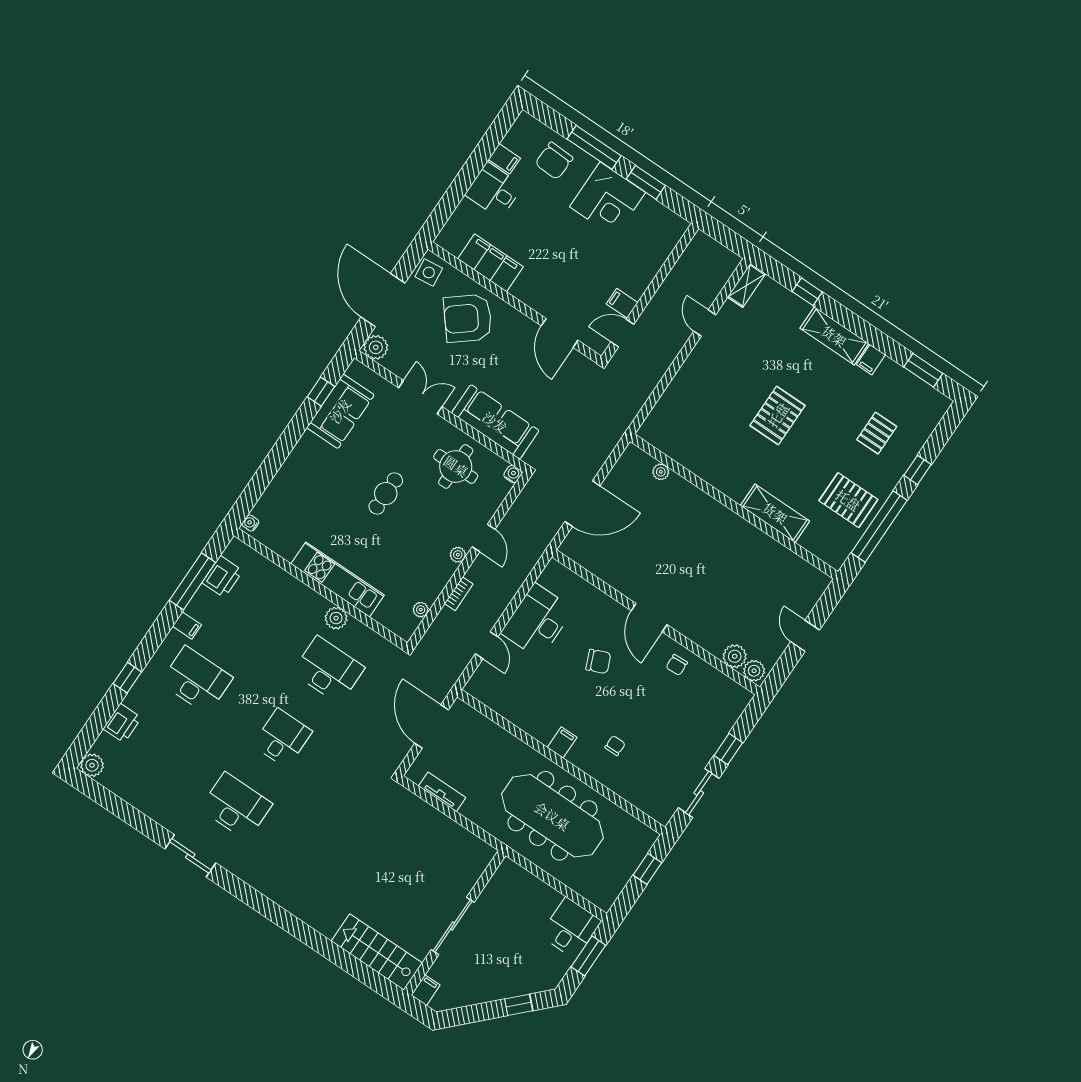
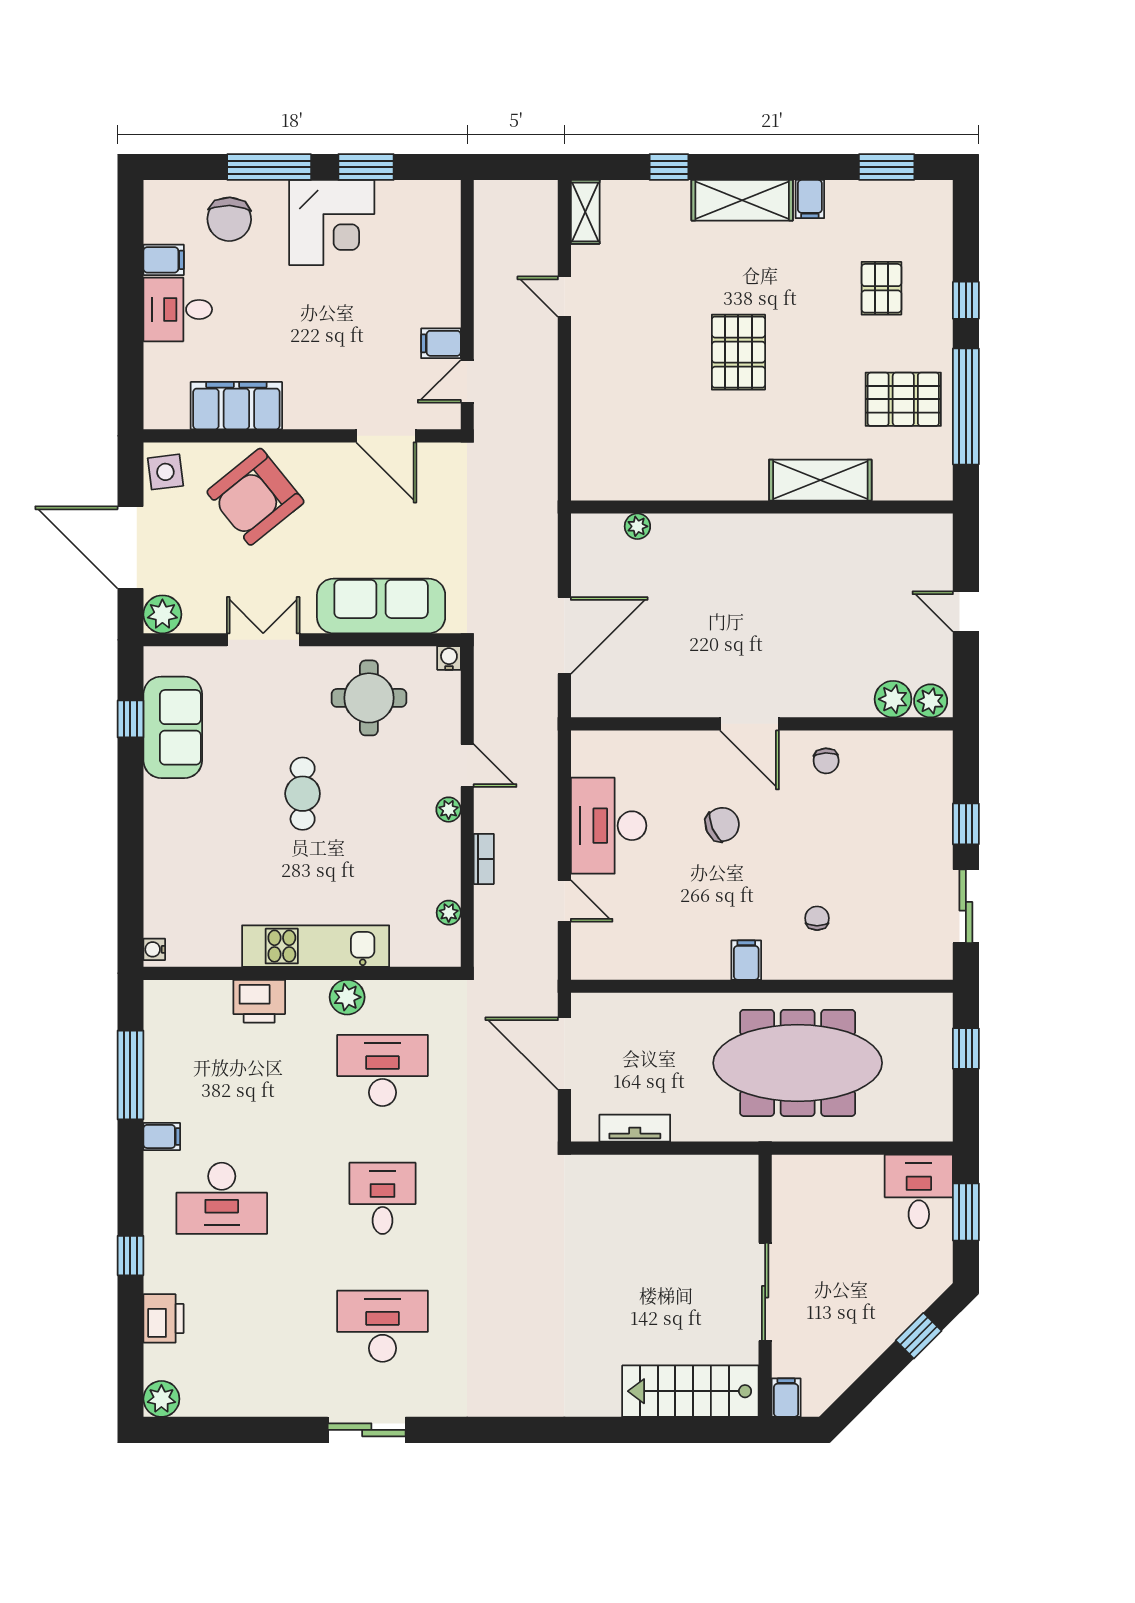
printer: (222, 577) -> (259, 1001), moved, turned 90
desk: (197, 680) -> (222, 1198), turned 180

